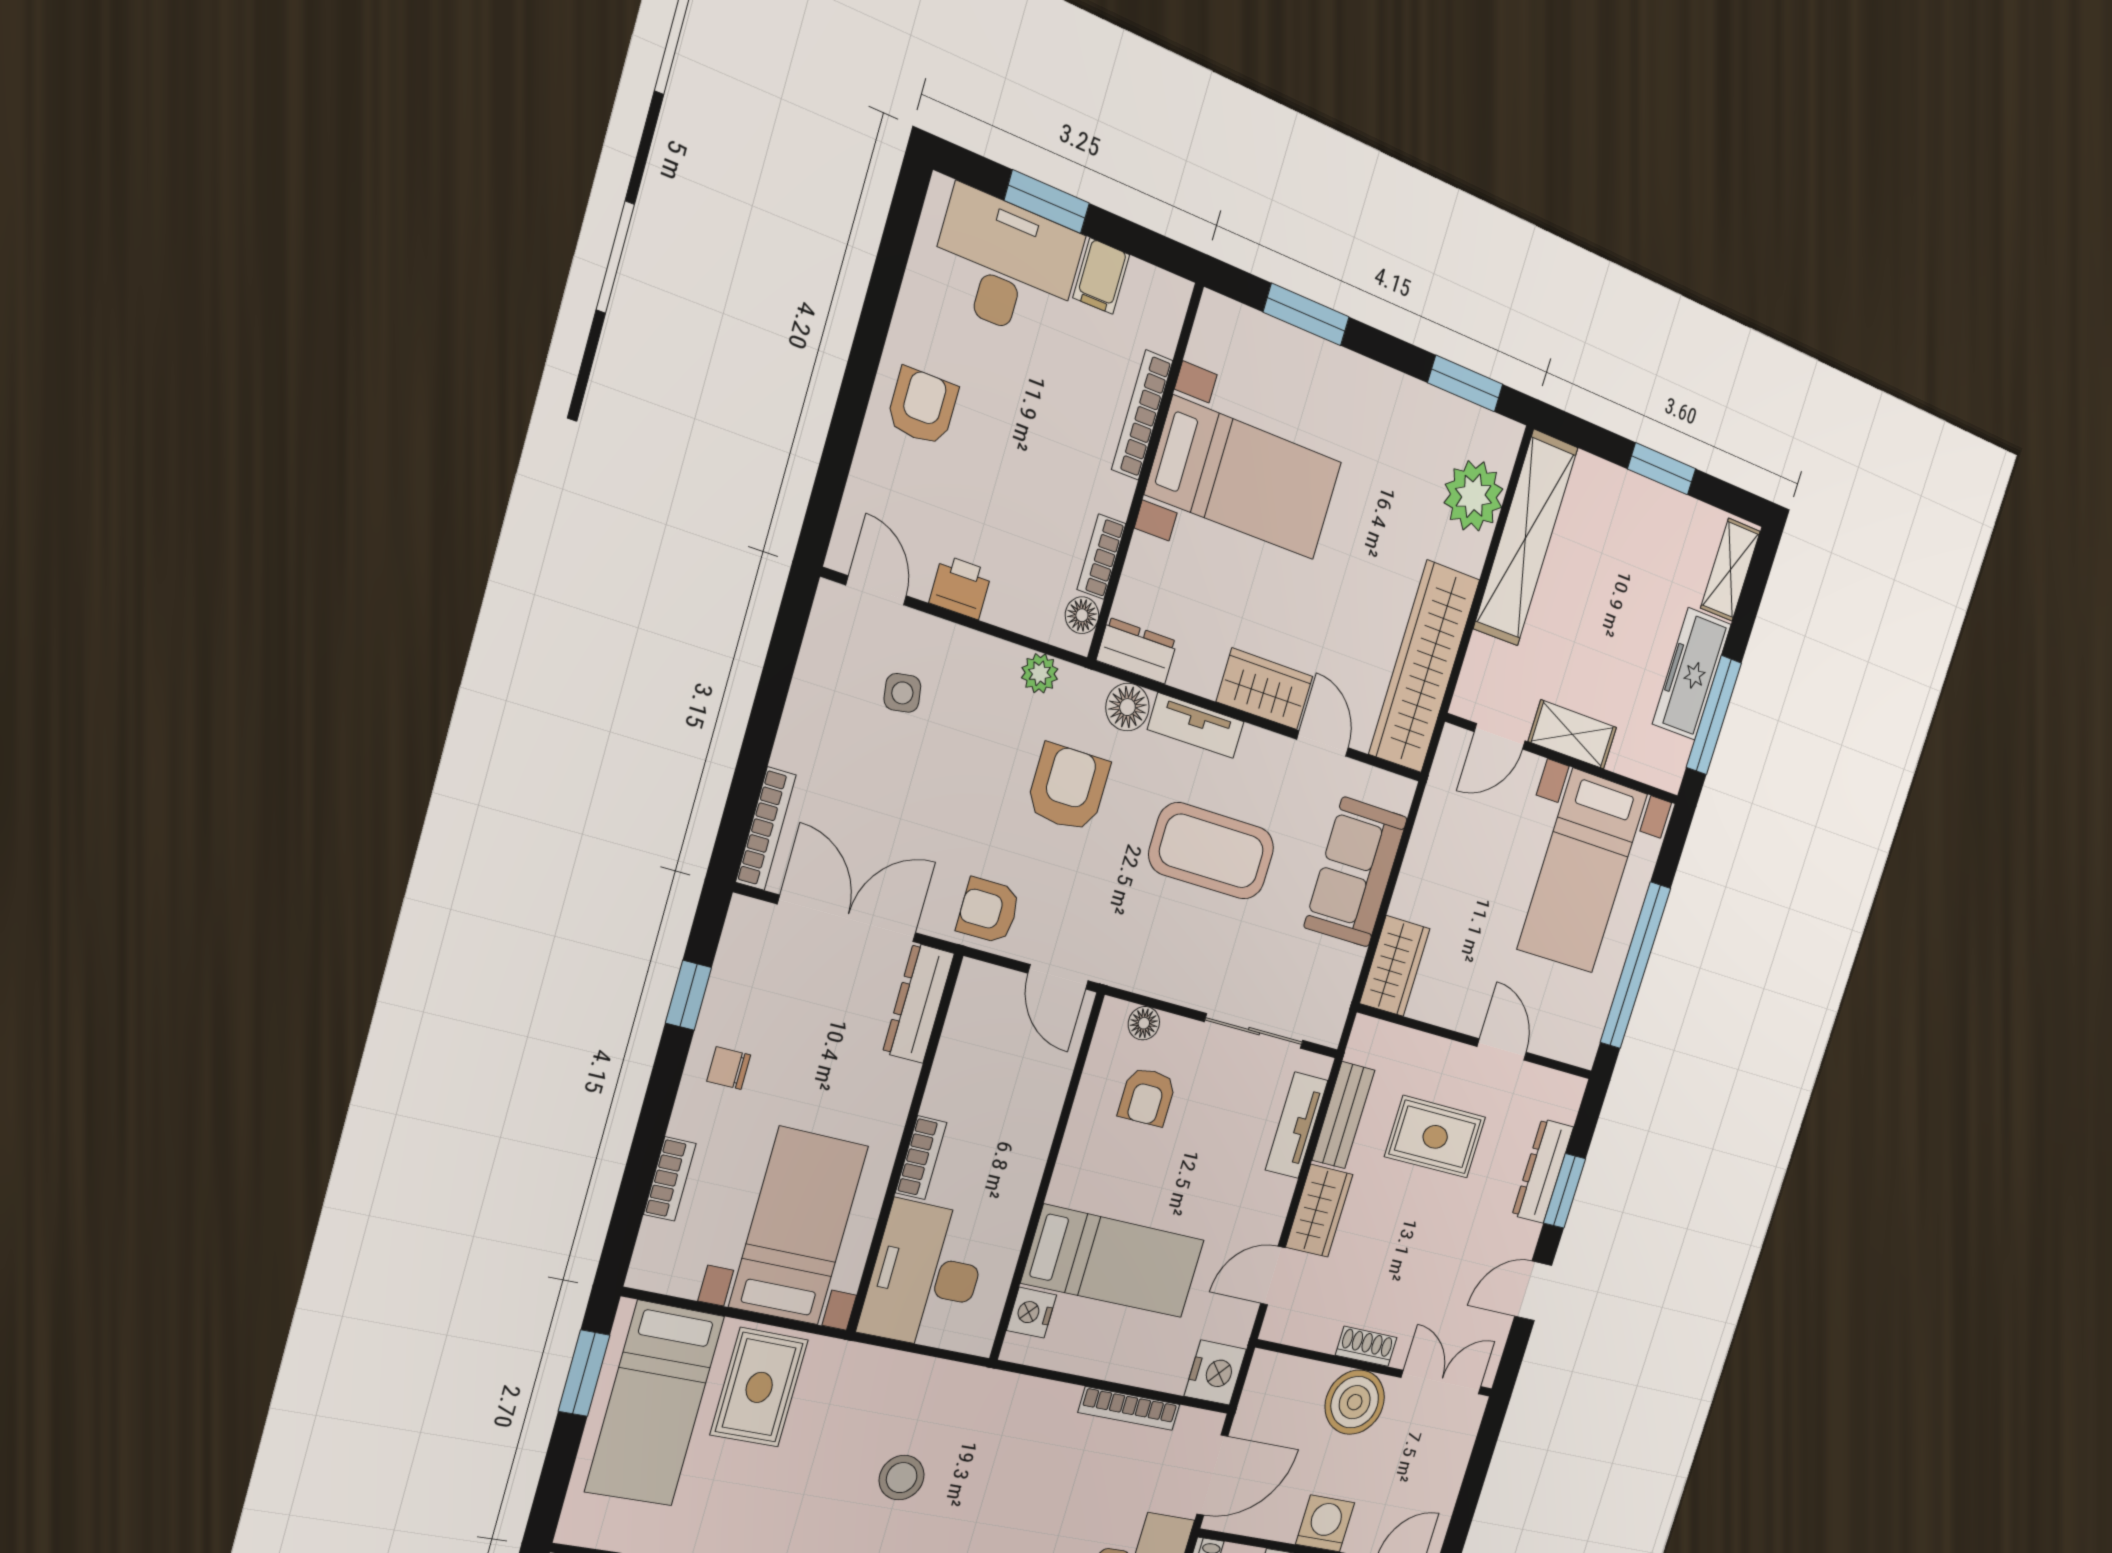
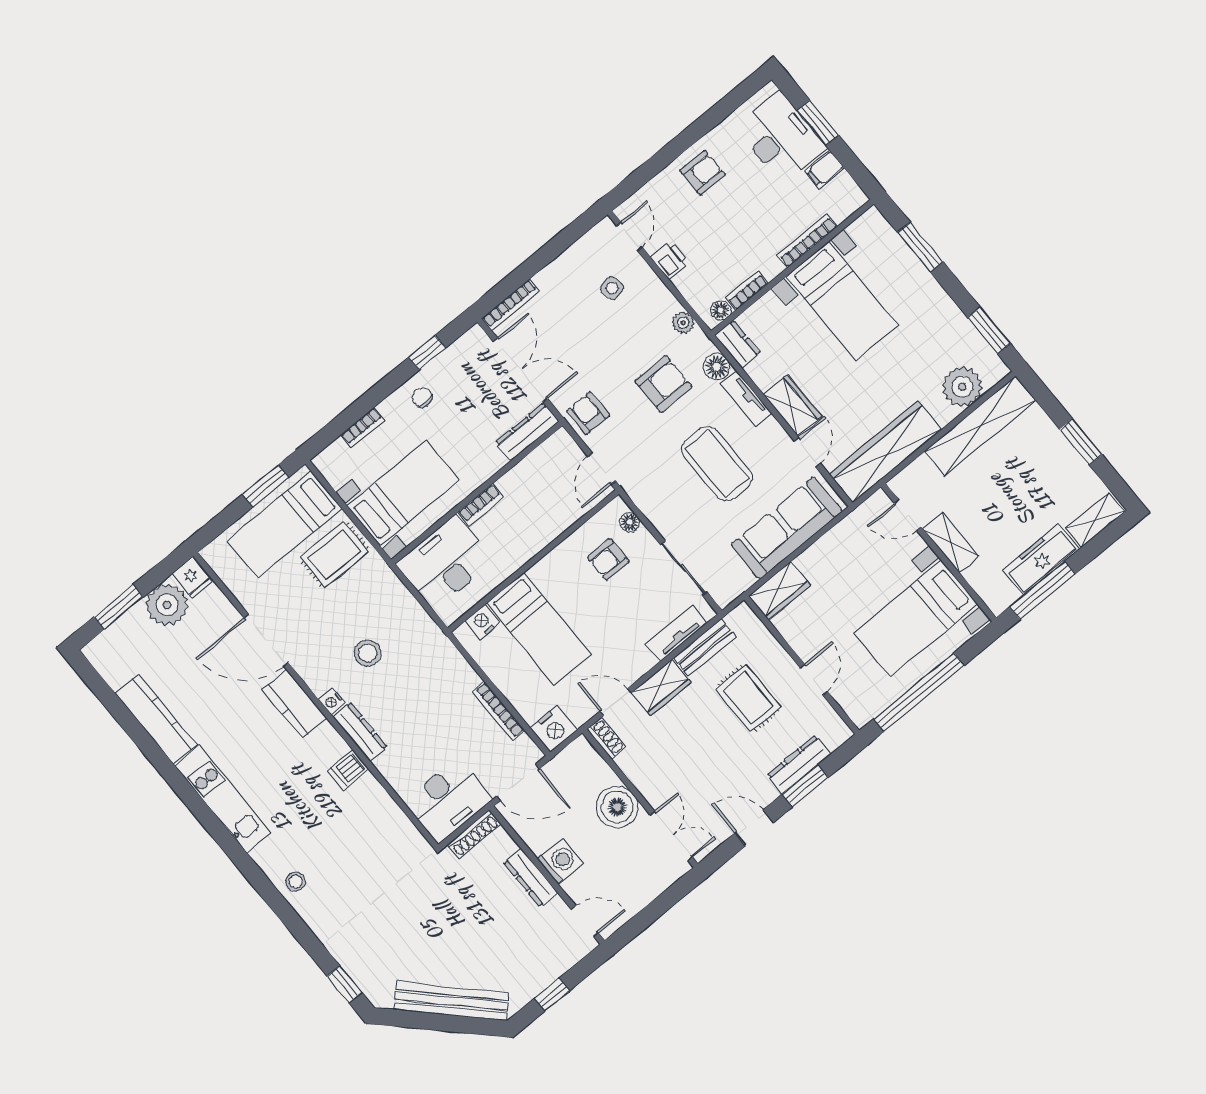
sofa: (1356, 872) -> (787, 528), width x1.36
shoe rack: (1366, 1346) -> (607, 738), moved

